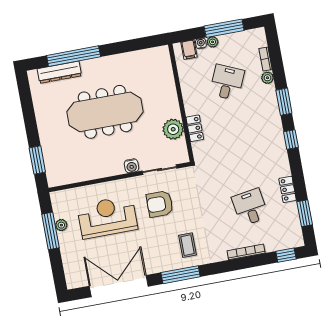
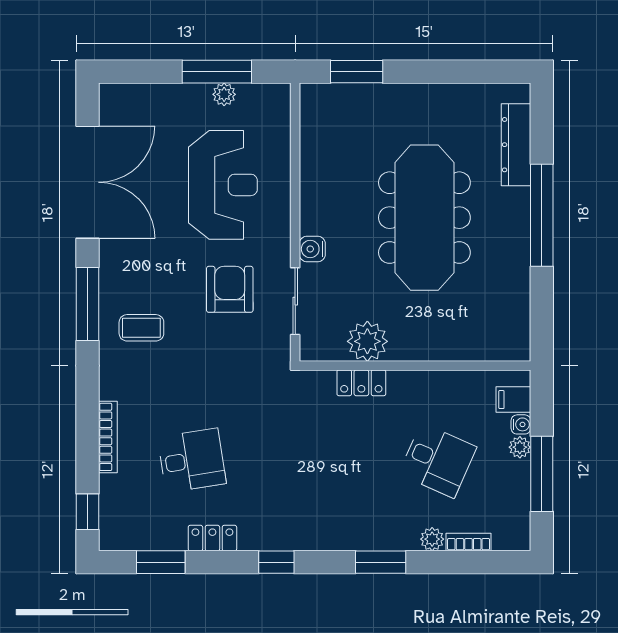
window: (74, 56) -> (542, 215), moved
window: (291, 139) -> (276, 562), moved

